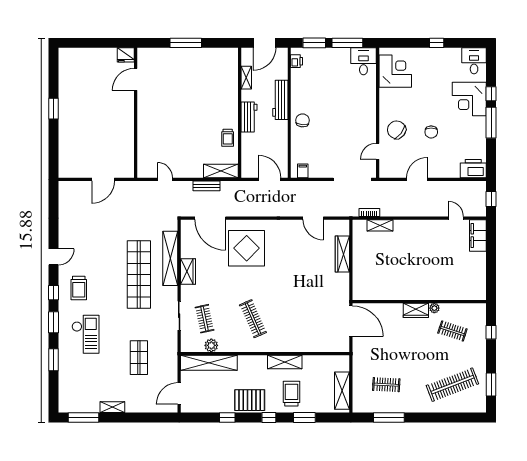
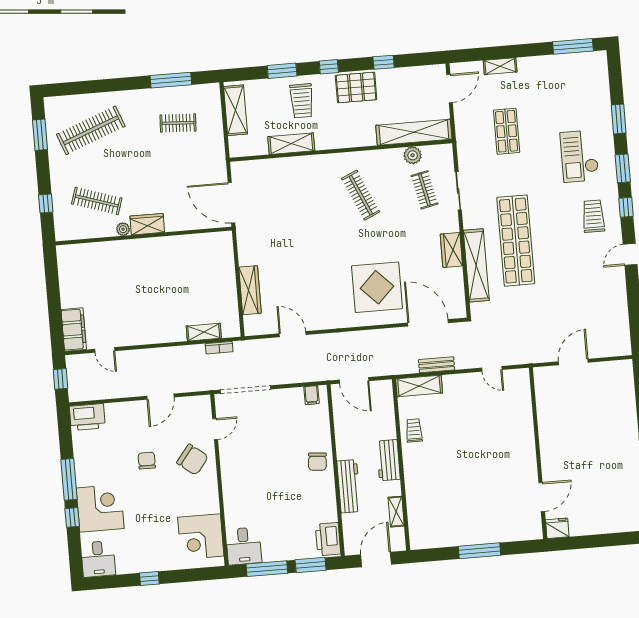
printer: (297, 61) -> (328, 539), width x1.87, depth x1.48
clothes rail: (452, 331) -> (97, 201), width x1.36
shelving: (285, 362) -> (291, 144), moved
shelving: (112, 407) -> (500, 66), moved

